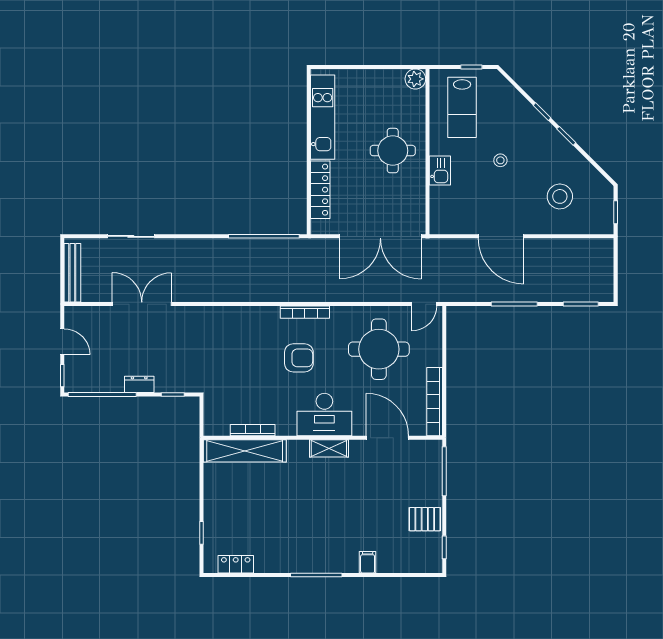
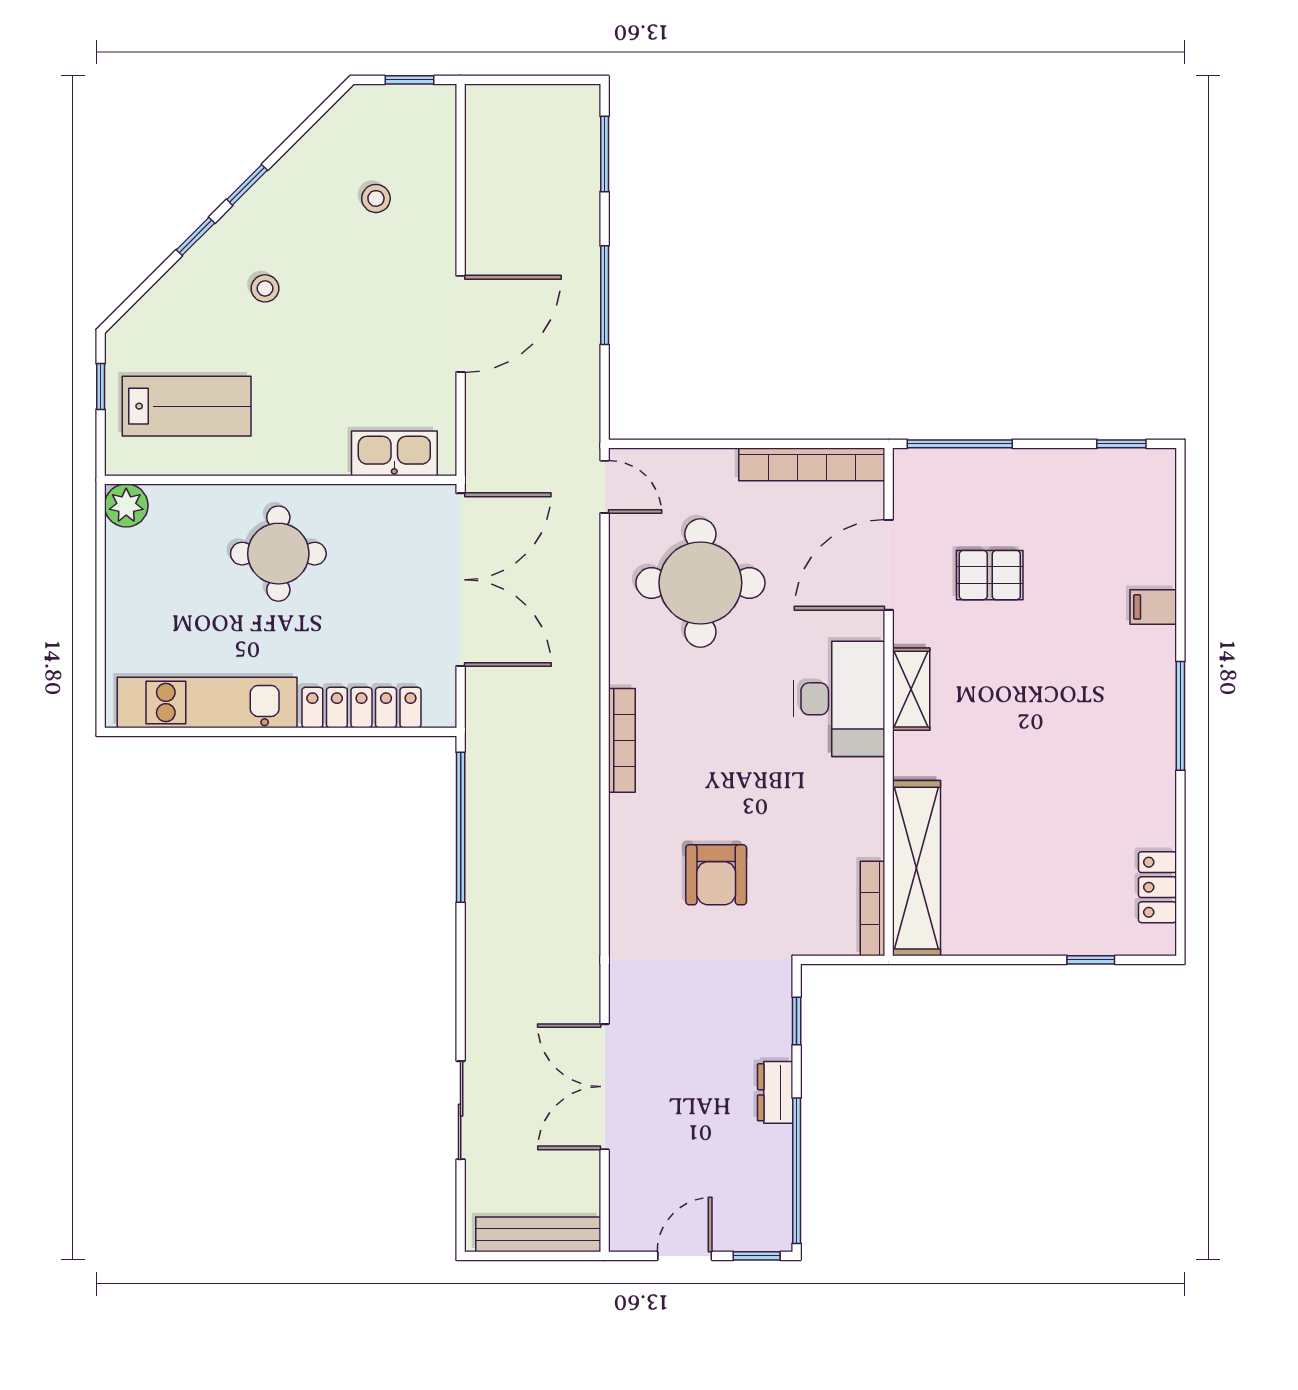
stool: (500, 160) -> (265, 288), moved
kitchen sink: (440, 171) -> (394, 453), moved, width x1.38
stool: (560, 196) -> (376, 198), width x0.53, depth x0.53
armchair: (299, 358) -> (716, 875), moved, turned 180
bookcase: (253, 430) -> (872, 908), moved
pallet: (425, 519) -> (990, 575), moved, turned 90

